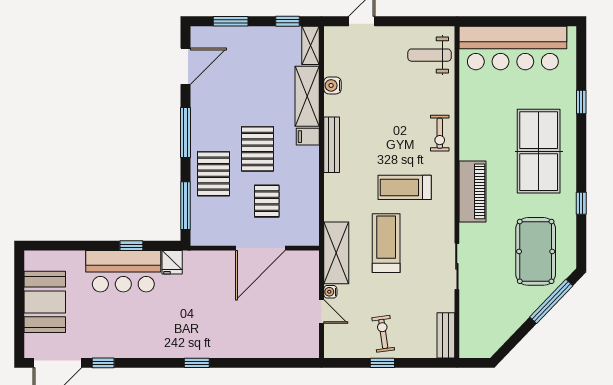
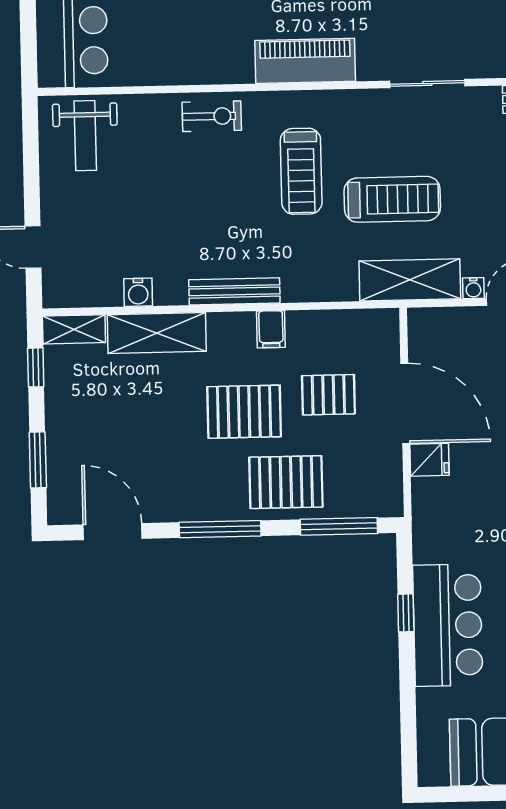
filing cabinet: (308, 137) -> (271, 329), moved
treadmill: (386, 243) -> (392, 199), turned 180
fridge: (172, 262) -> (429, 460), moved

